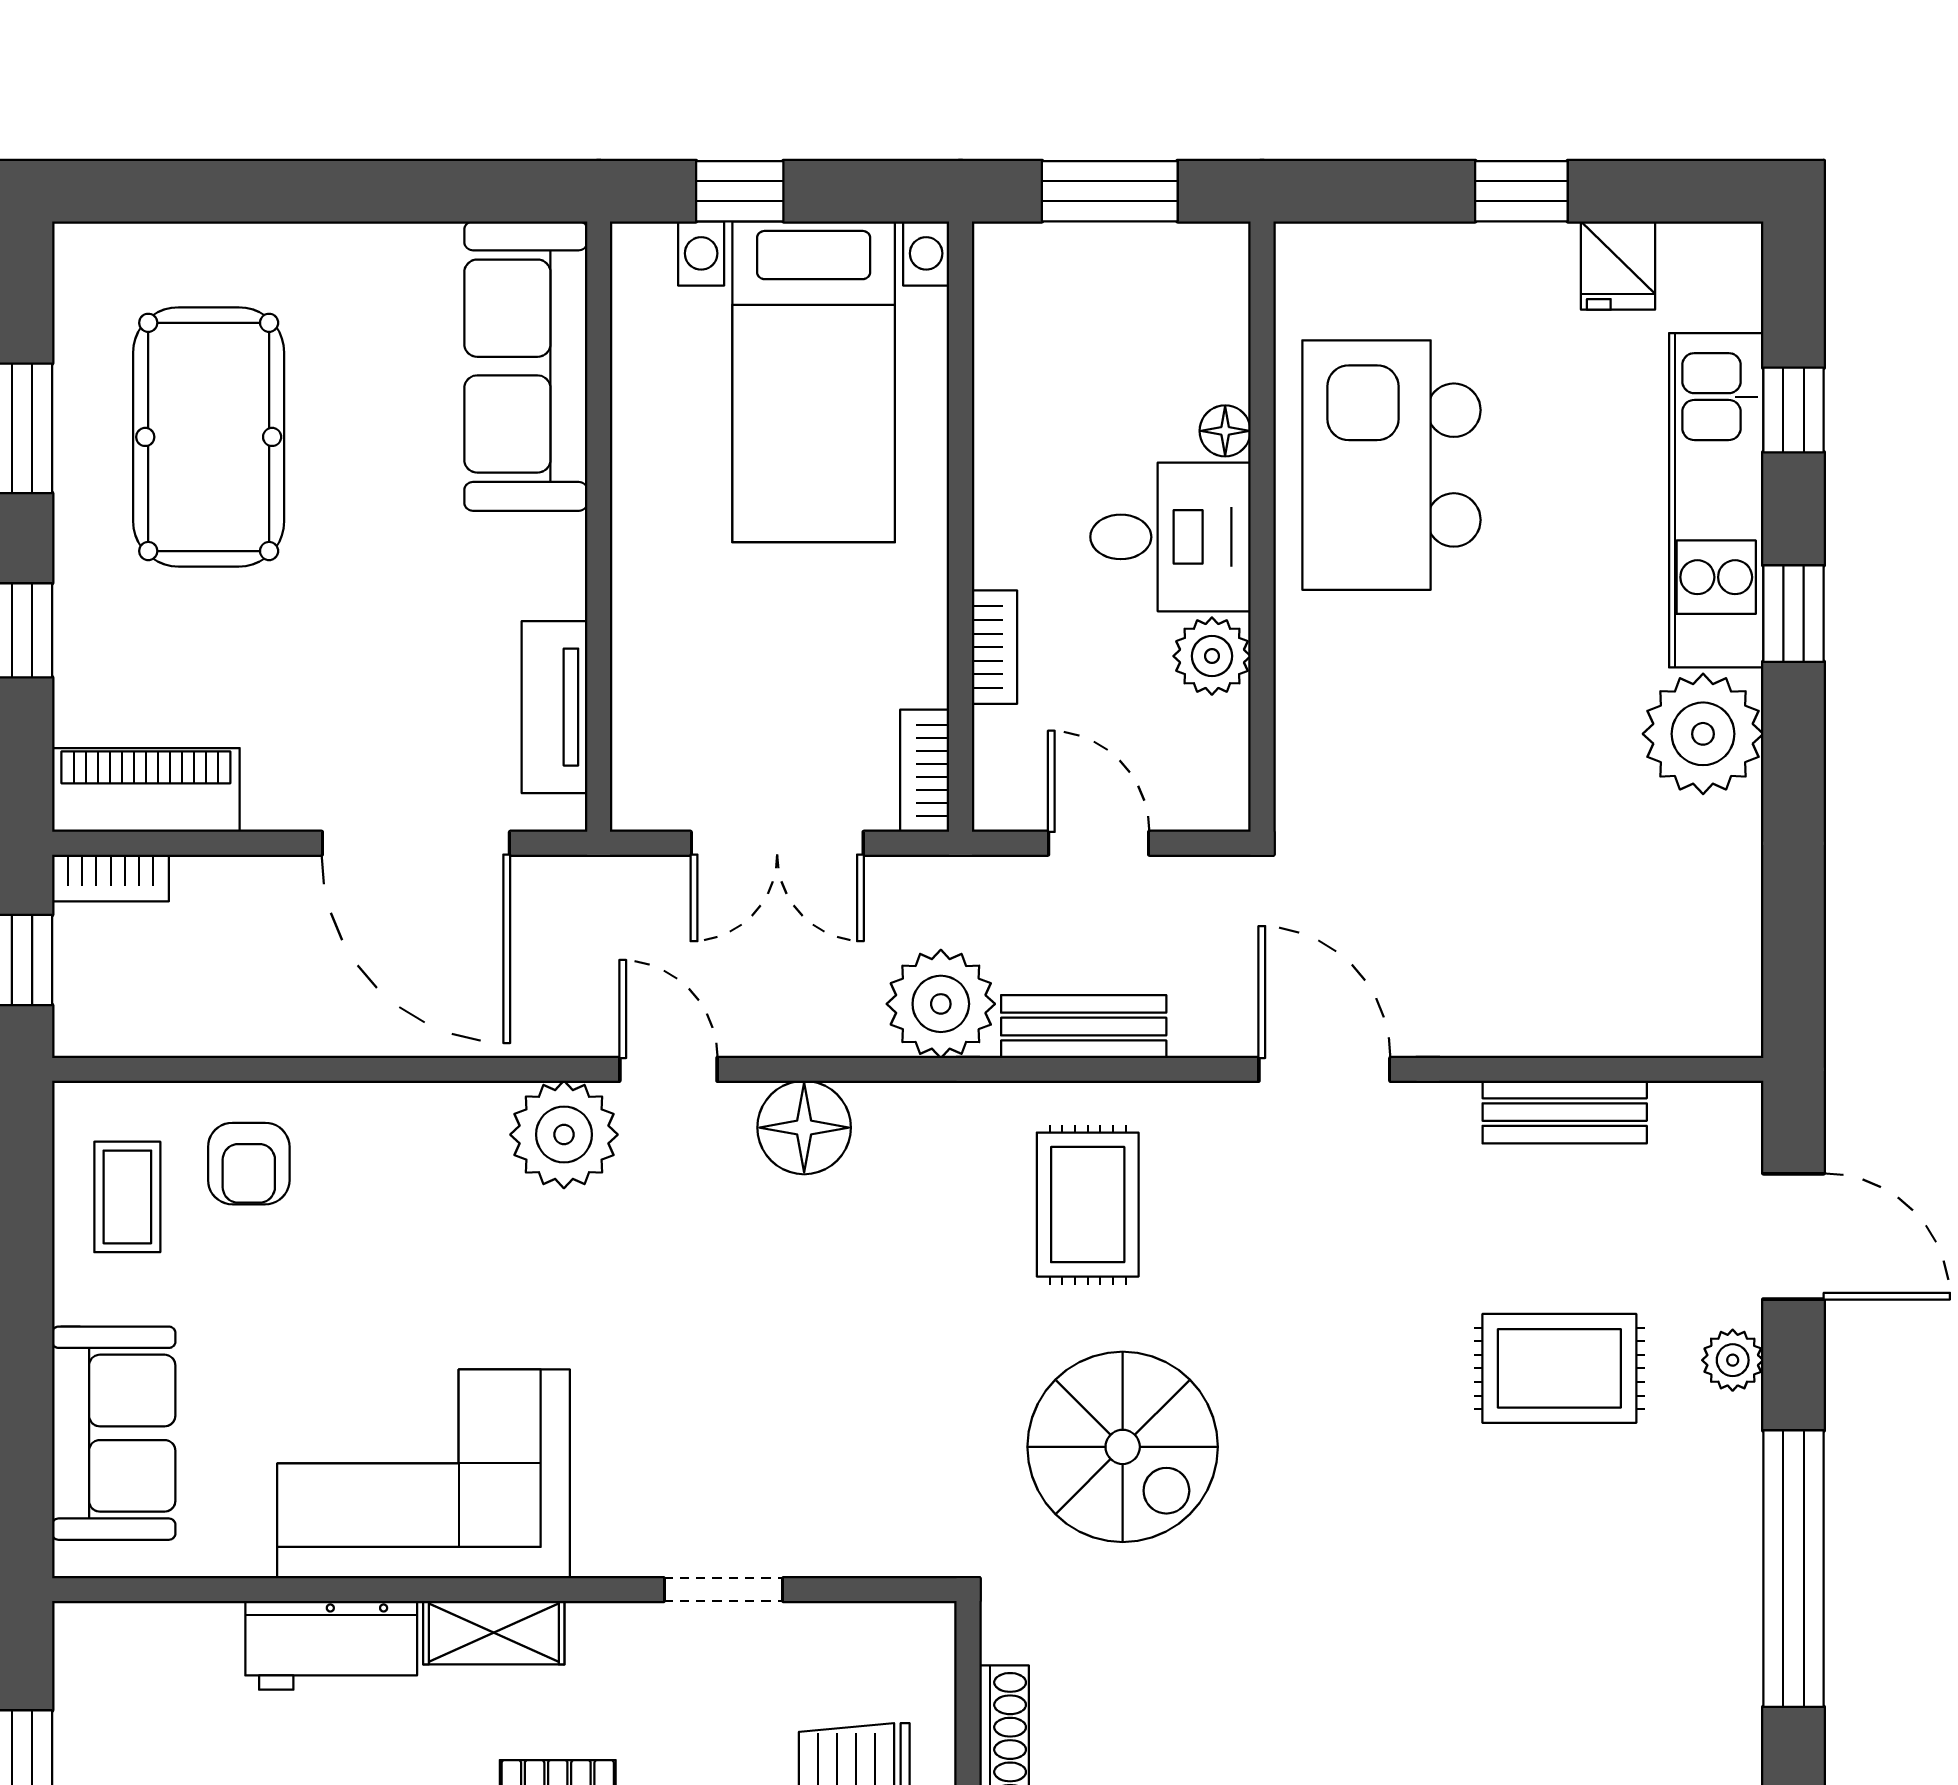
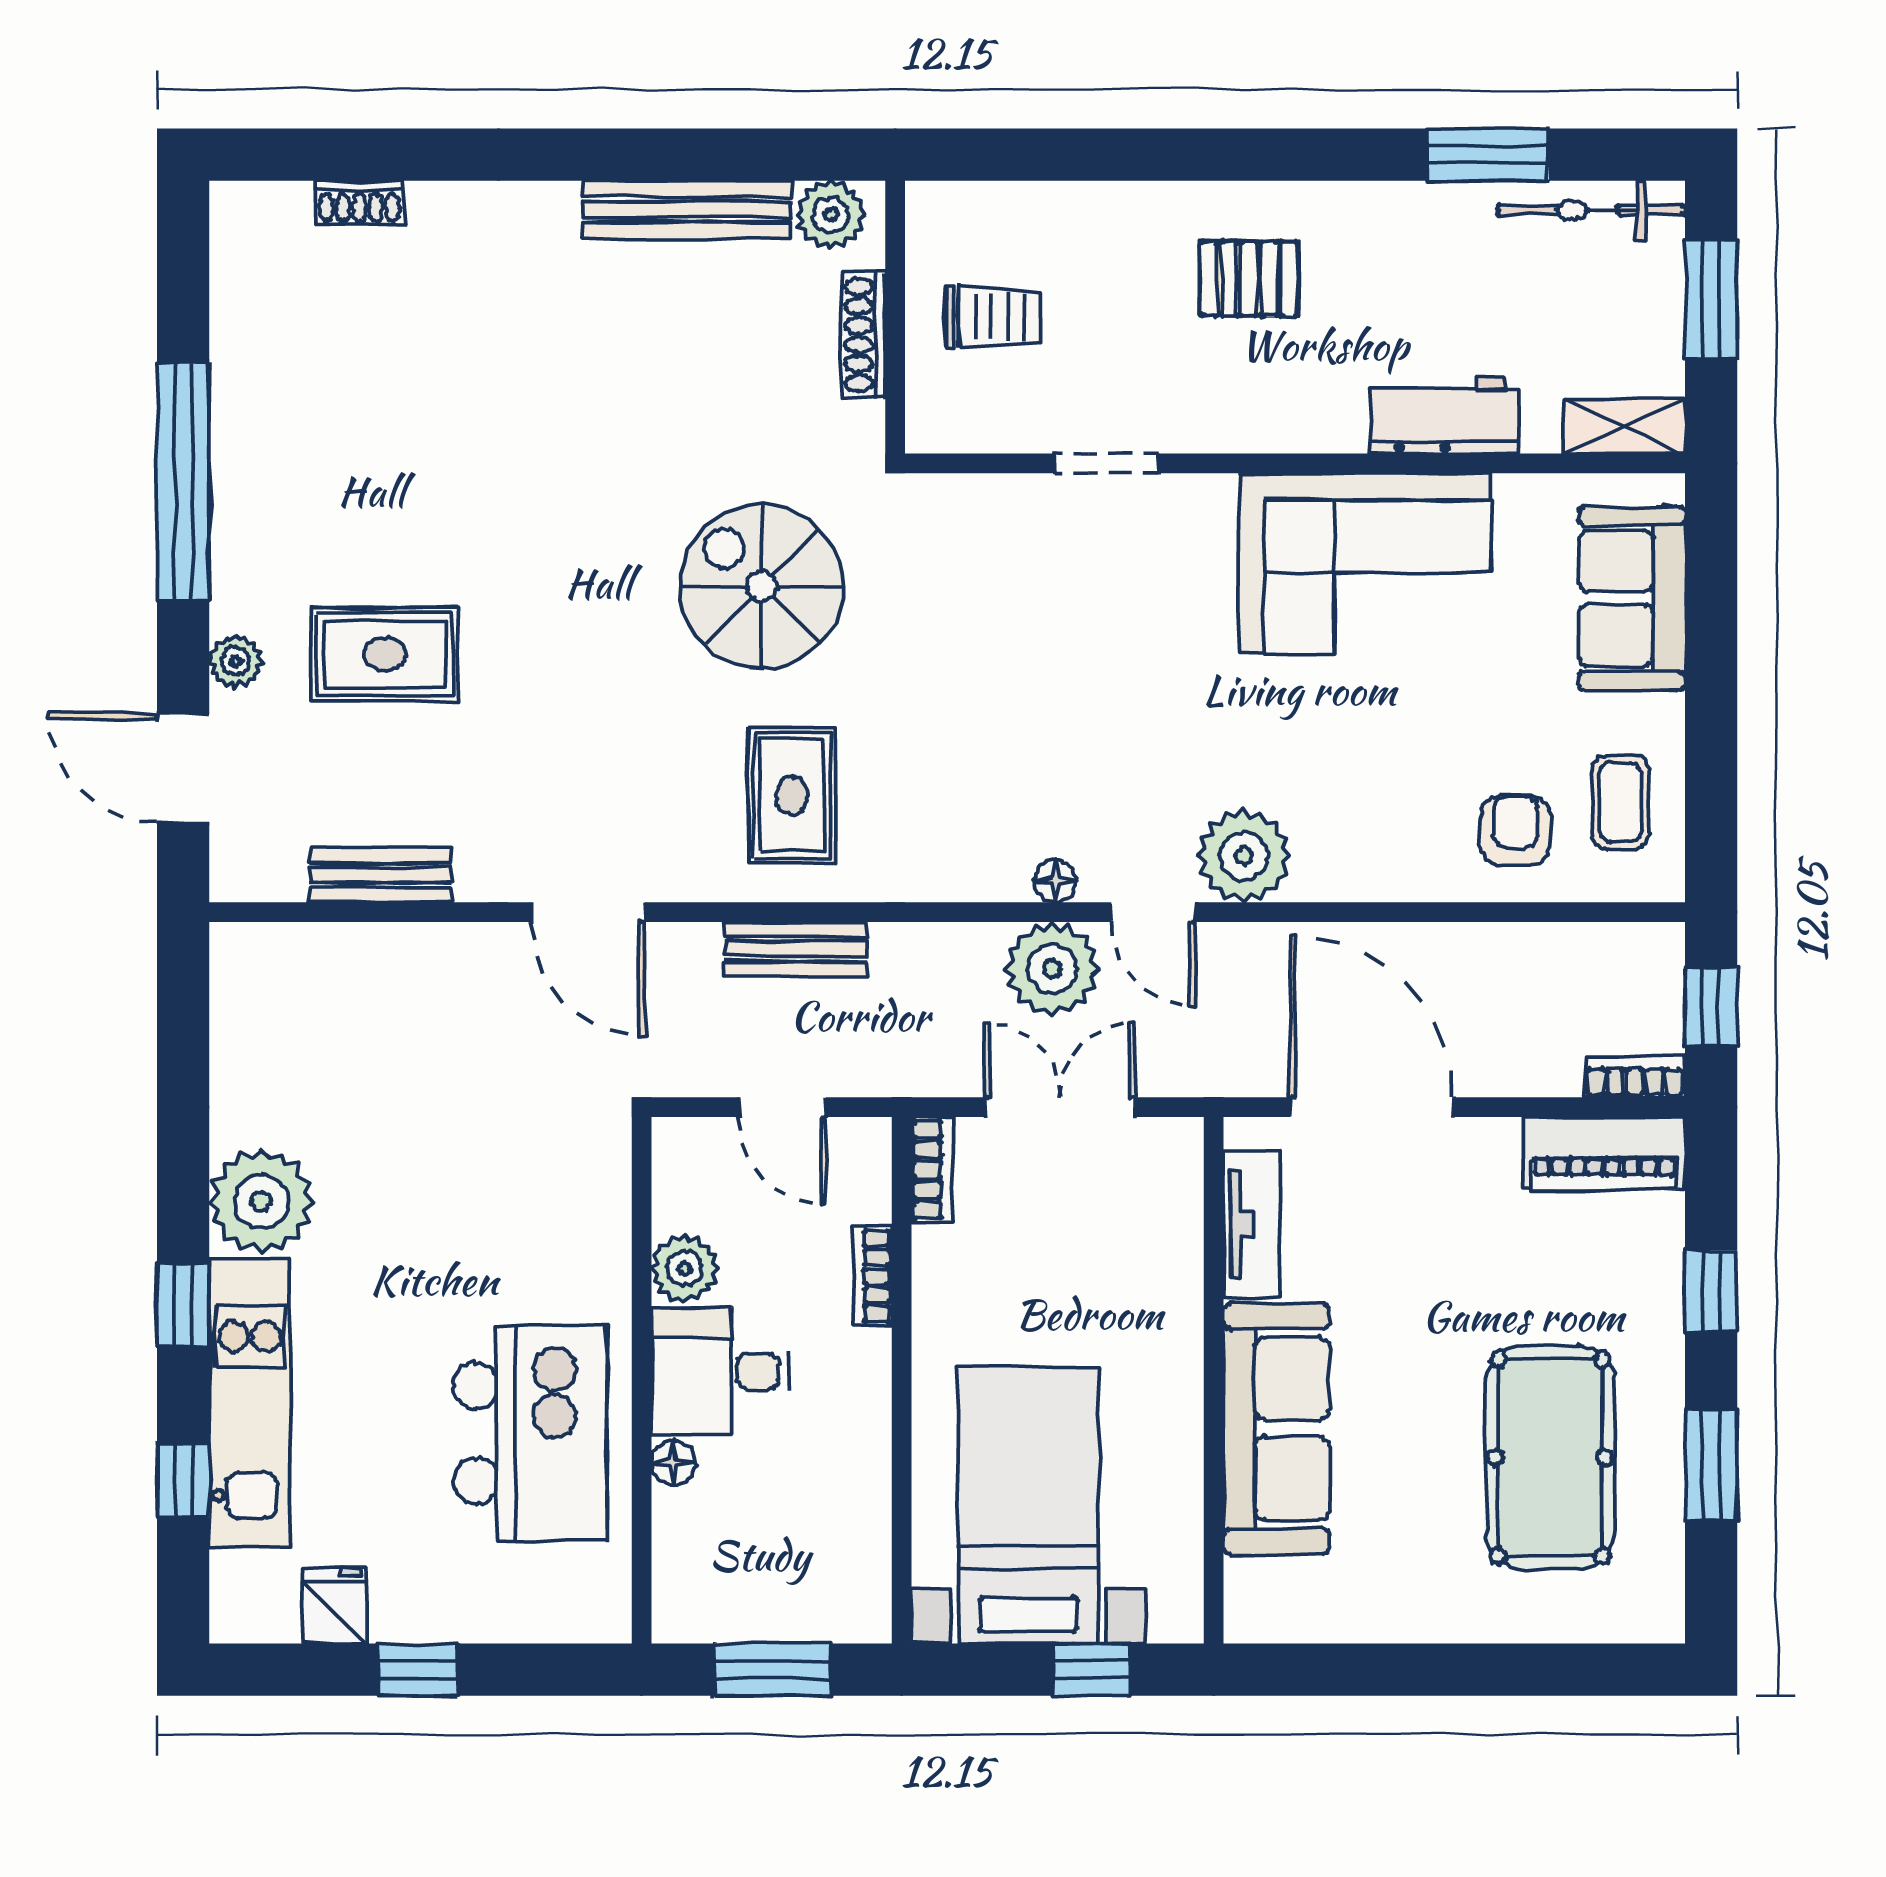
sofa: (526, 366) -> (1277, 1429), moved
plant: (941, 1004) -> (1052, 969), moved
floor lamp: (804, 1128) -> (1055, 881), width x0.53, depth x0.53
shelving: (494, 1633) -> (1624, 426), moved

